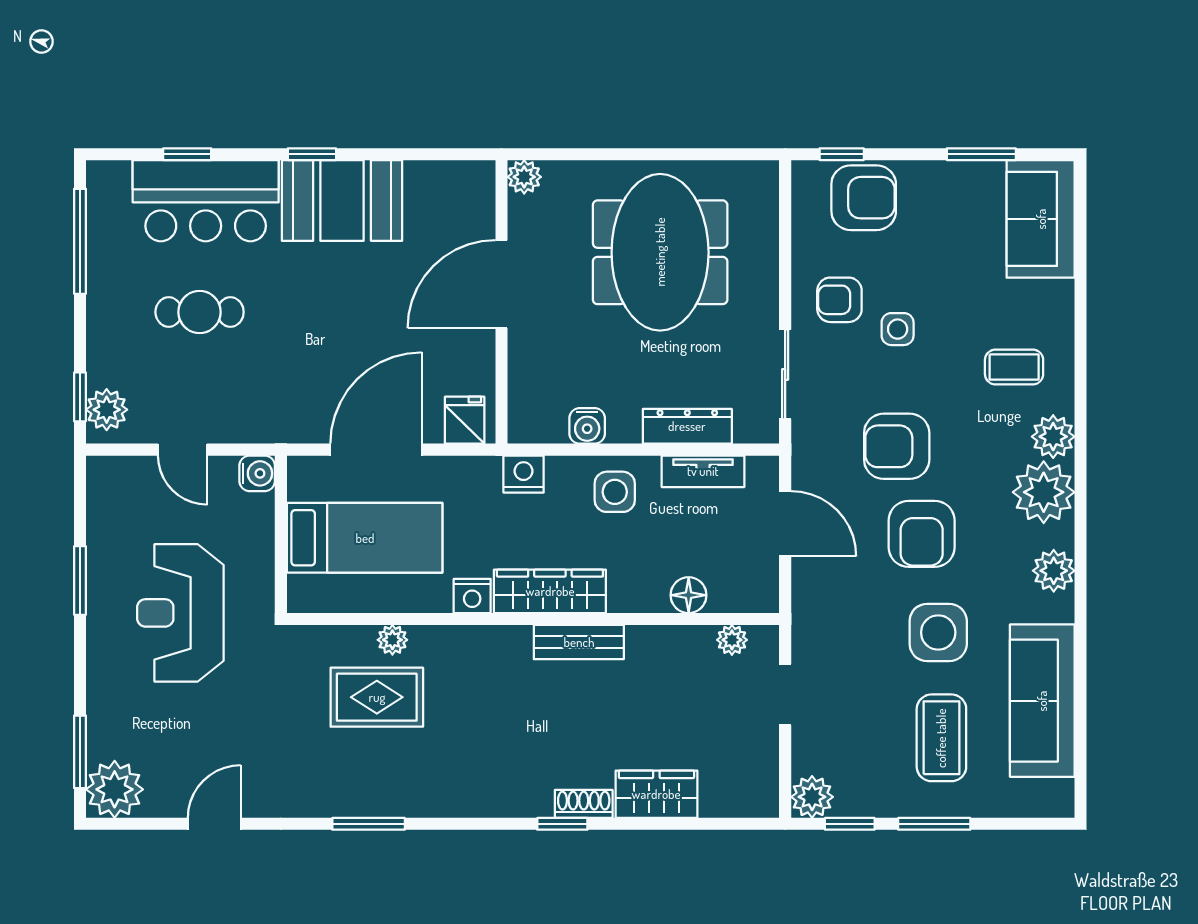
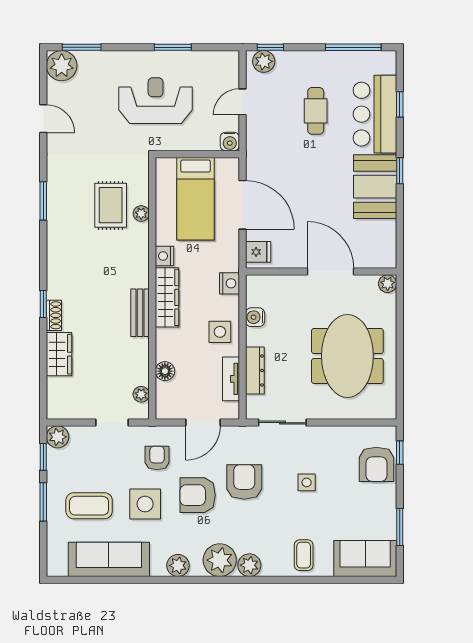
meeting table: (660, 252) -> (347, 356), turned 90
armchair: (839, 300) -> (157, 458), moved
coffee table: (1014, 367) -> (304, 555), moved

